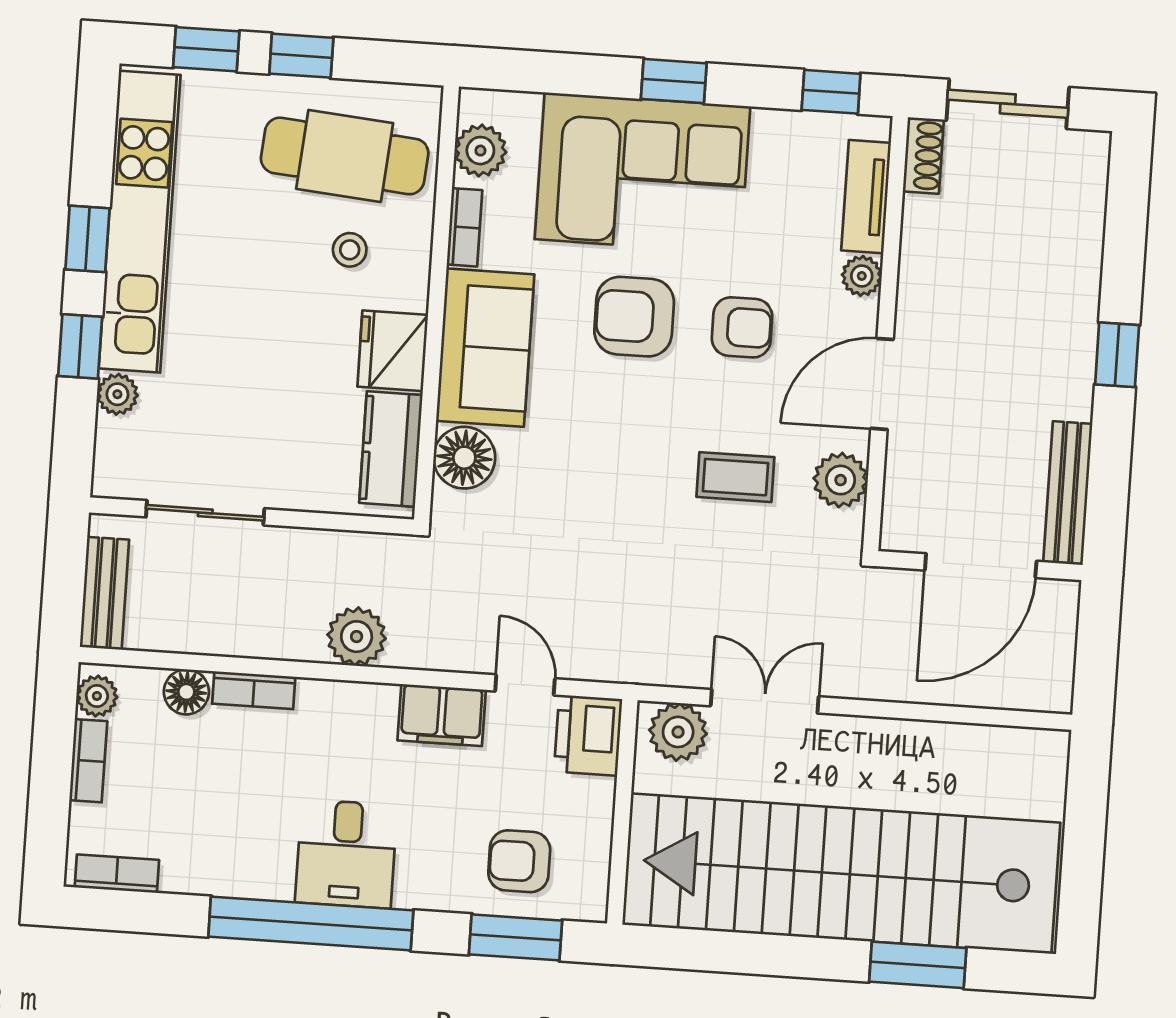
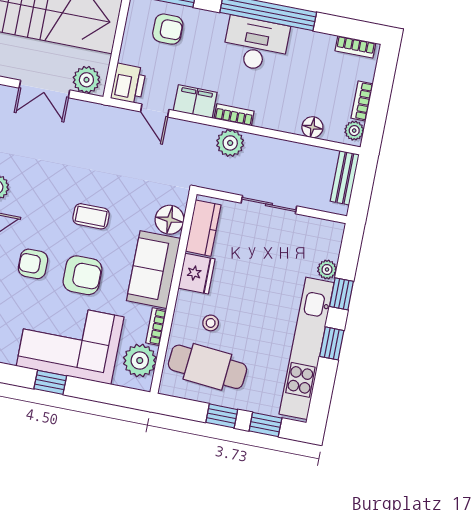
plant: (480, 151) -> (140, 361), width x1.36, depth x1.36
coffee table: (735, 477) -> (91, 216), moved
sliding door: (205, 513) -> (269, 205), moved
bookcase: (254, 690) -> (234, 115), moved
desk: (346, 854) -> (256, 44), width x1.37

